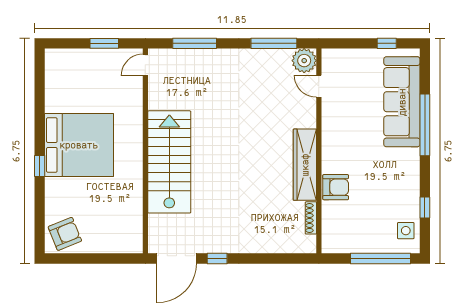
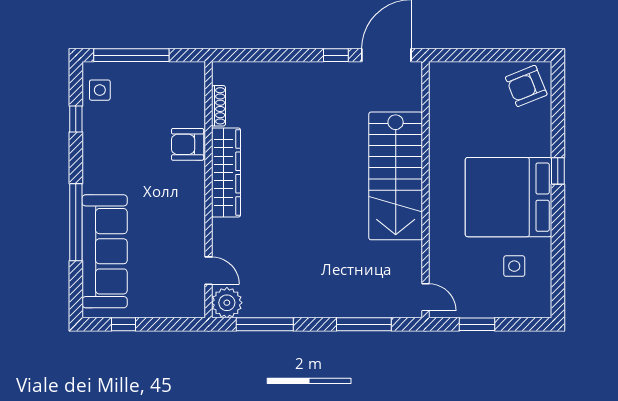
door: (145, 65) -> (425, 297), hinge flipped
side table: (74, 90) -> (514, 266), added

